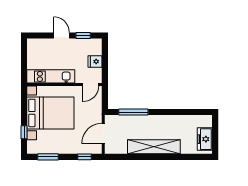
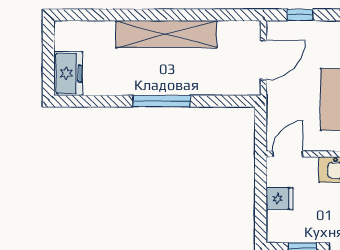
window: (133, 112) -> (162, 101), moved
freezer: (205, 139) -> (68, 74), moved

